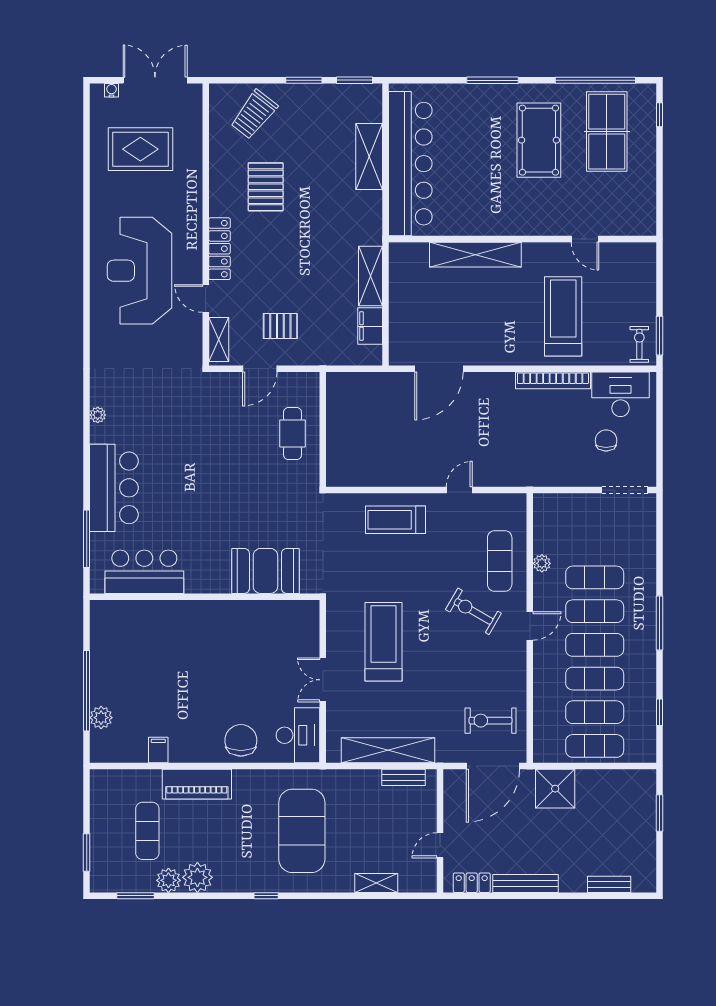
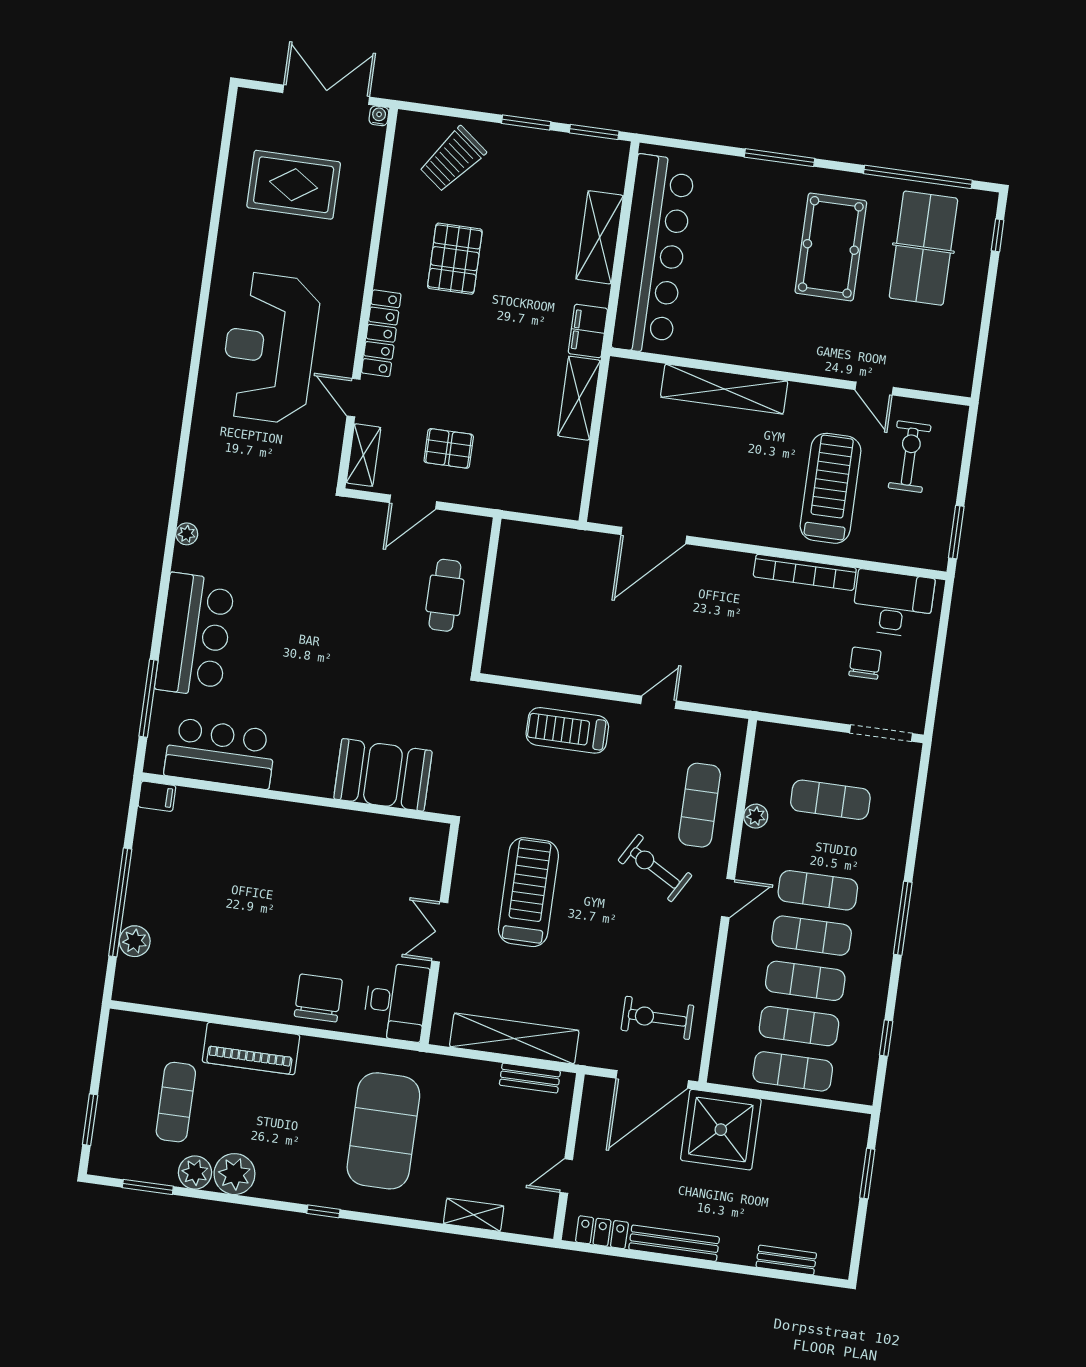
water cooler: (112, 90) -> (379, 116), moved
filing cabinet: (370, 326) -> (588, 331), moved
exercise bike: (639, 344) -> (910, 457), moved, width x1.38, depth x1.39
exercise mat: (595, 577) -> (830, 800), moved
filing cabinet: (158, 750) -> (157, 796), moved, turned 90
shower: (555, 789) -> (721, 1130), width x1.37, depth x1.37

